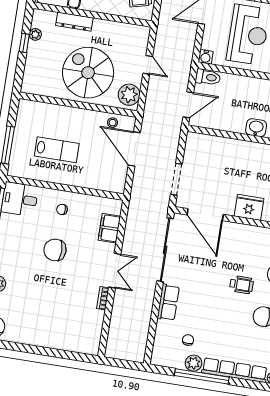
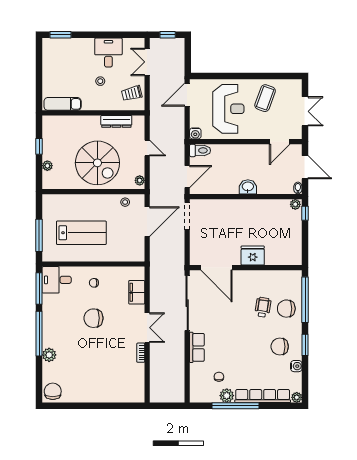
dresser: (74, 22) -> (116, 121), moved
plant: (35, 34) -> (47, 166), moved
spiral stairs: (88, 73) -> (97, 163), turned 180
plant: (129, 95) -> (140, 180), width x0.53, depth x0.53
door: (134, 149) -> (147, 222), swing flipped
lab bench: (57, 150) -> (81, 233), width x1.36, depth x1.39
doorway: (176, 179) -> (187, 216), moved
wheelchair: (241, 285) -> (263, 307), moved, turned -81

